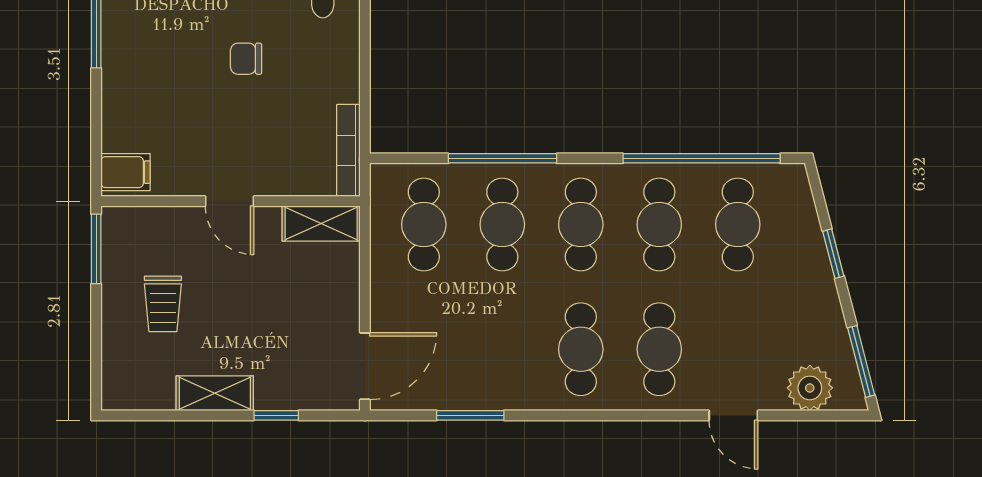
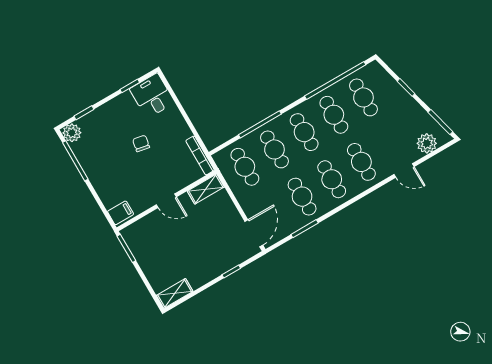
chair: (246, 59) -> (141, 143), turned 101
trolley: (163, 304) -> (164, 254), removed
cafe table: (502, 349) -> (302, 197), added
shelving: (215, 393) -> (175, 293), moved

